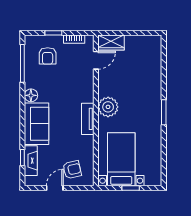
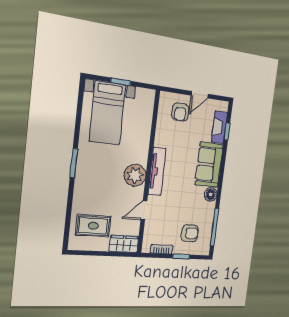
armchair: (48, 56) -> (190, 233), turned 90
rug: (141, 58) -> (93, 226), added
door: (96, 60) -> (144, 210), moved
tv unit: (88, 119) -> (157, 171), width x1.41
bed with nightstands: (121, 159) -> (108, 113), moved
armchair: (72, 170) -> (180, 112), turned -77

